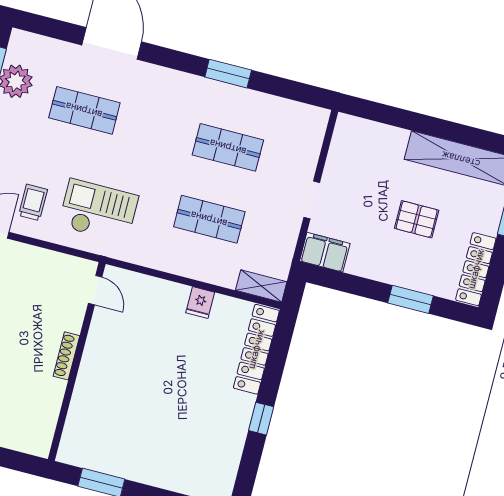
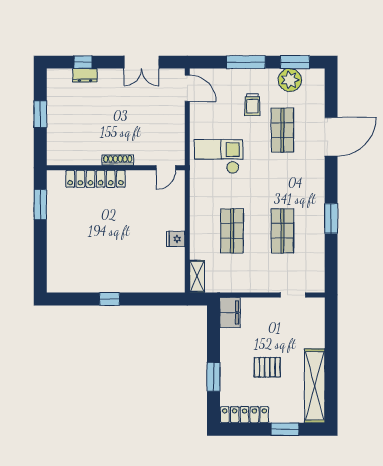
doorway: (312, 200) -> (293, 295), moved
trolley: (33, 202) -> (252, 105), moved, turned 90
checkout: (98, 211) -> (219, 156), turned -90
pallet: (417, 219) -> (267, 367), turned 90
locker: (256, 349) -> (96, 179), moved, turned 180

